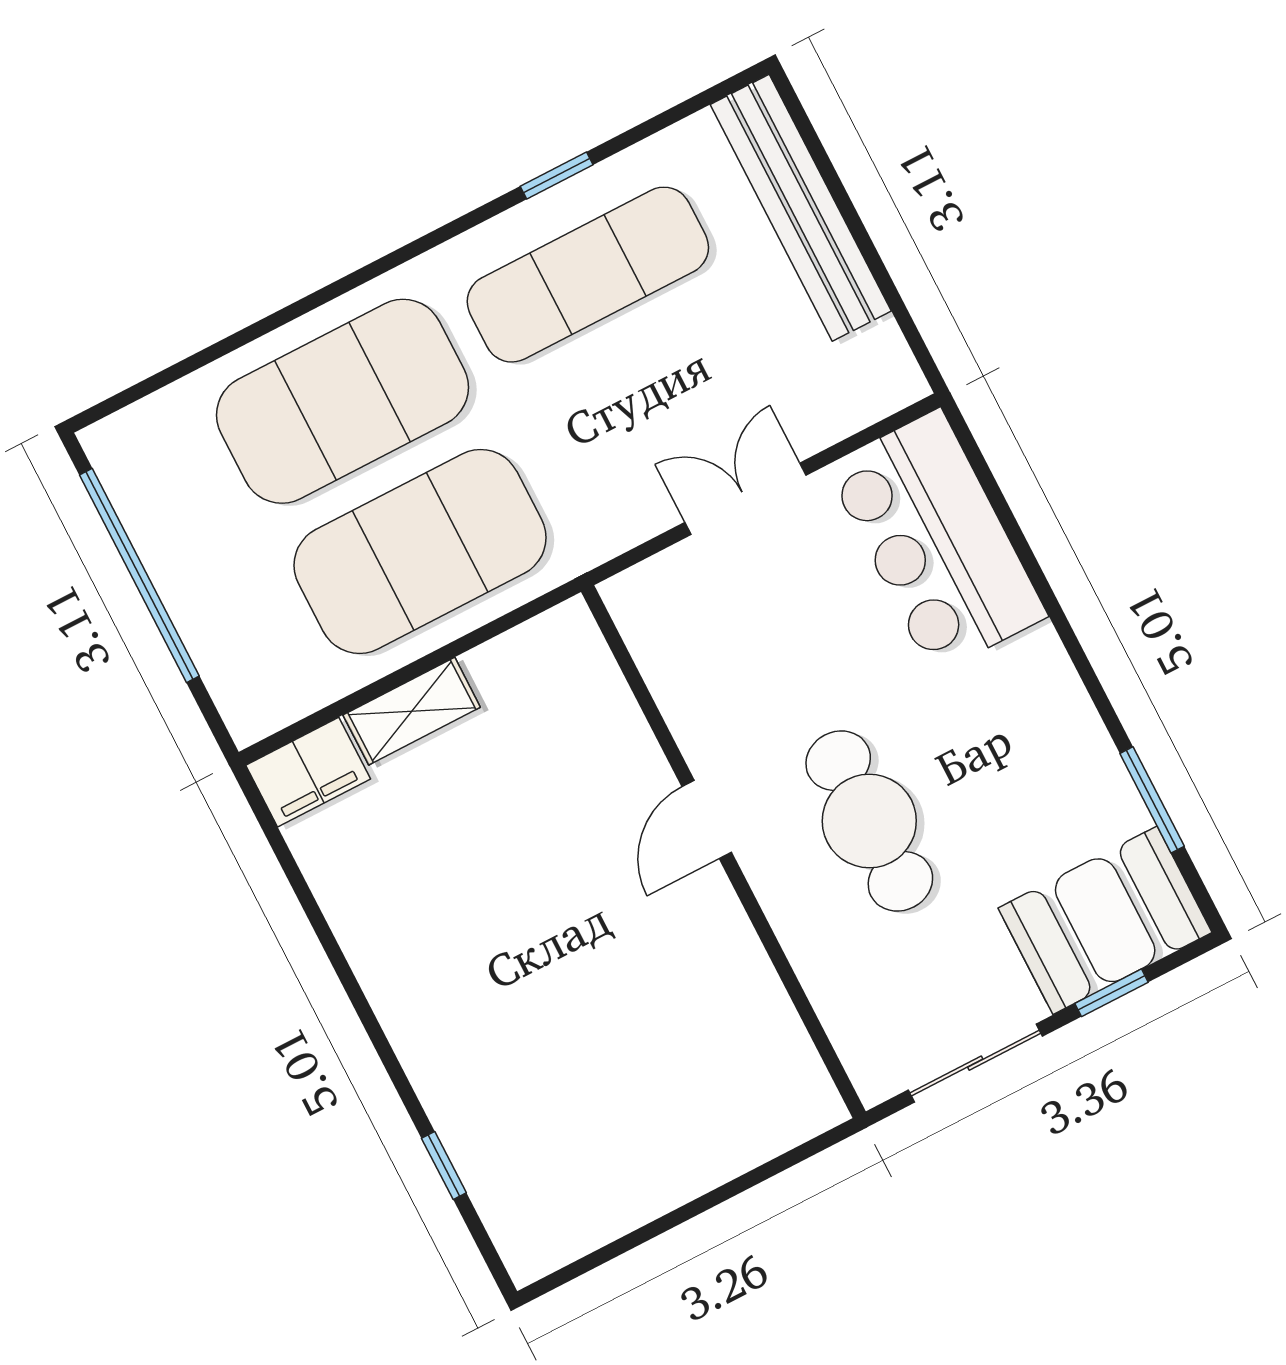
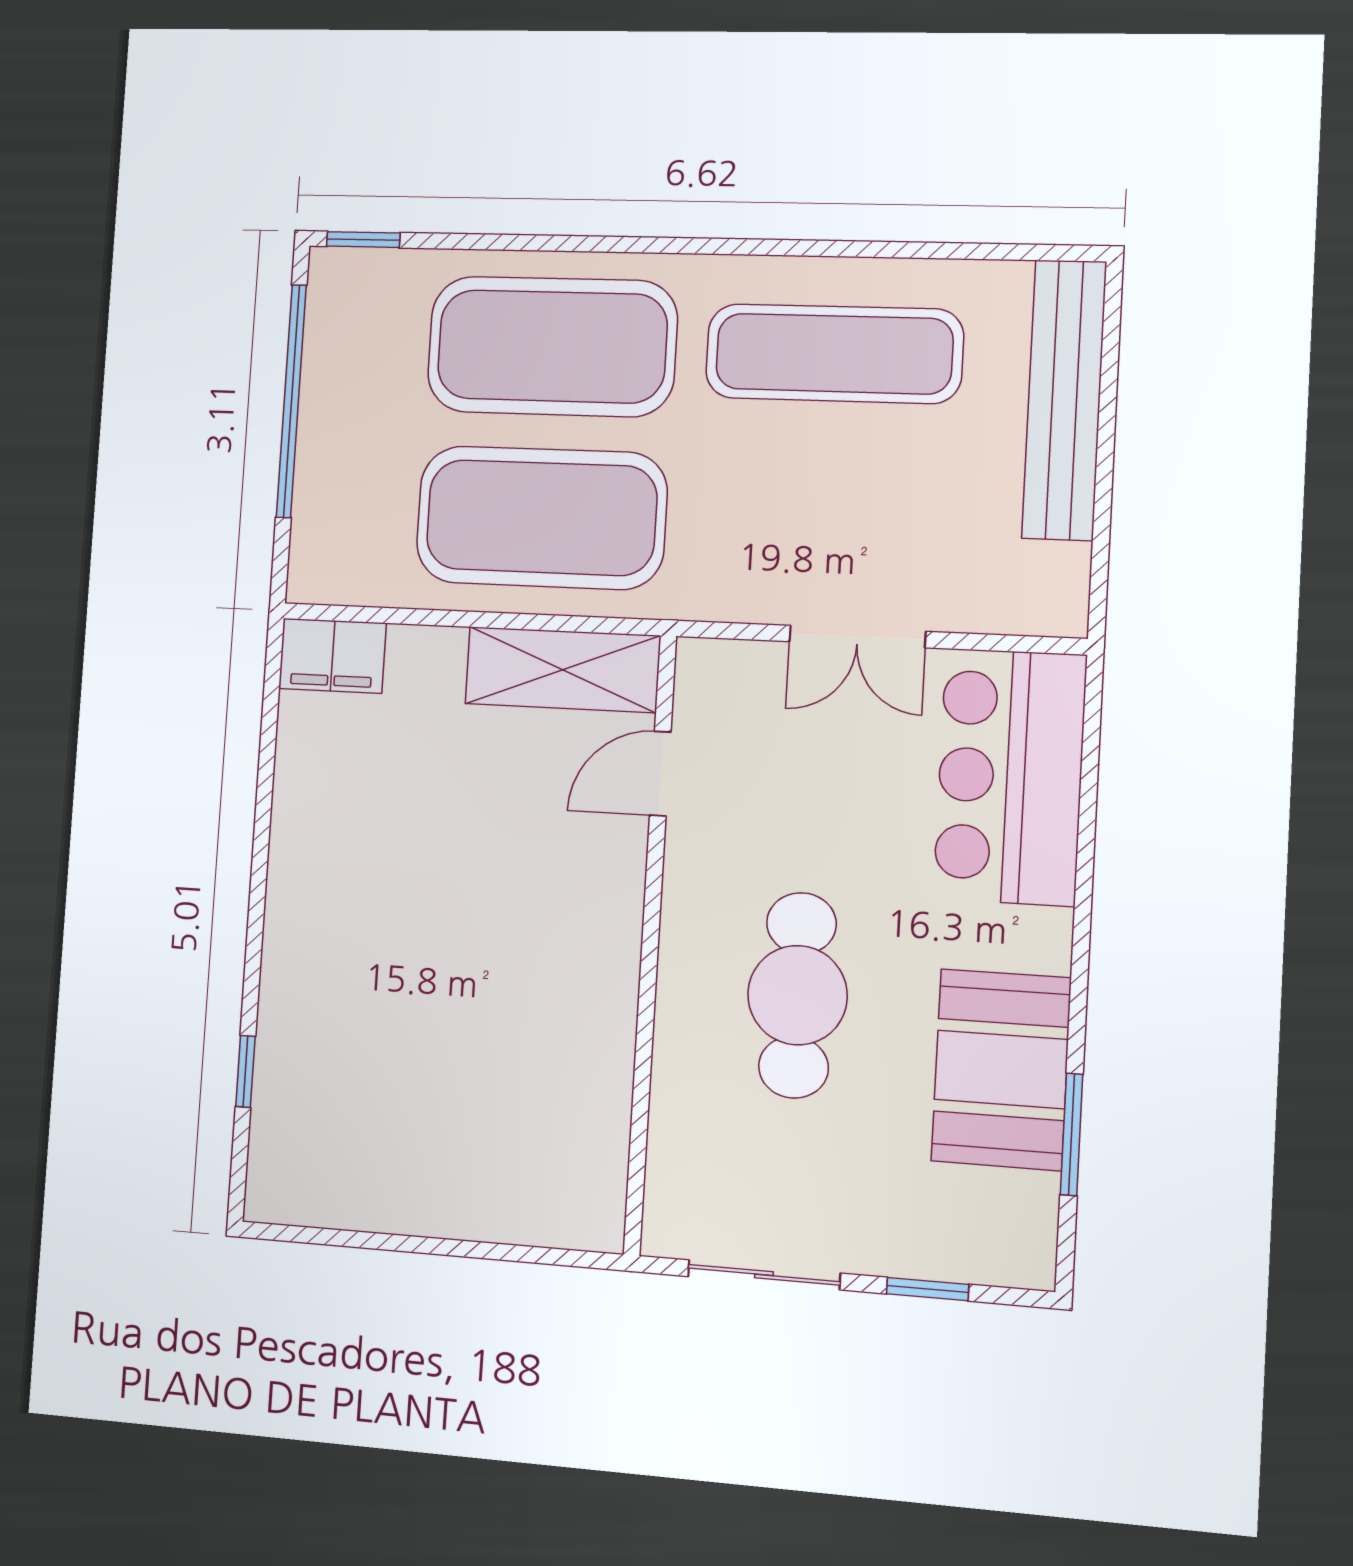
window: (557, 175) -> (363, 240), moved
double door: (745, 499) -> (857, 636), swing flipped
shelving: (412, 711) -> (563, 670), moved, width x1.50, depth x1.33
door: (707, 819) -> (660, 774), moved
booth: (1105, 920) -> (1001, 1069), moved, turned 90

